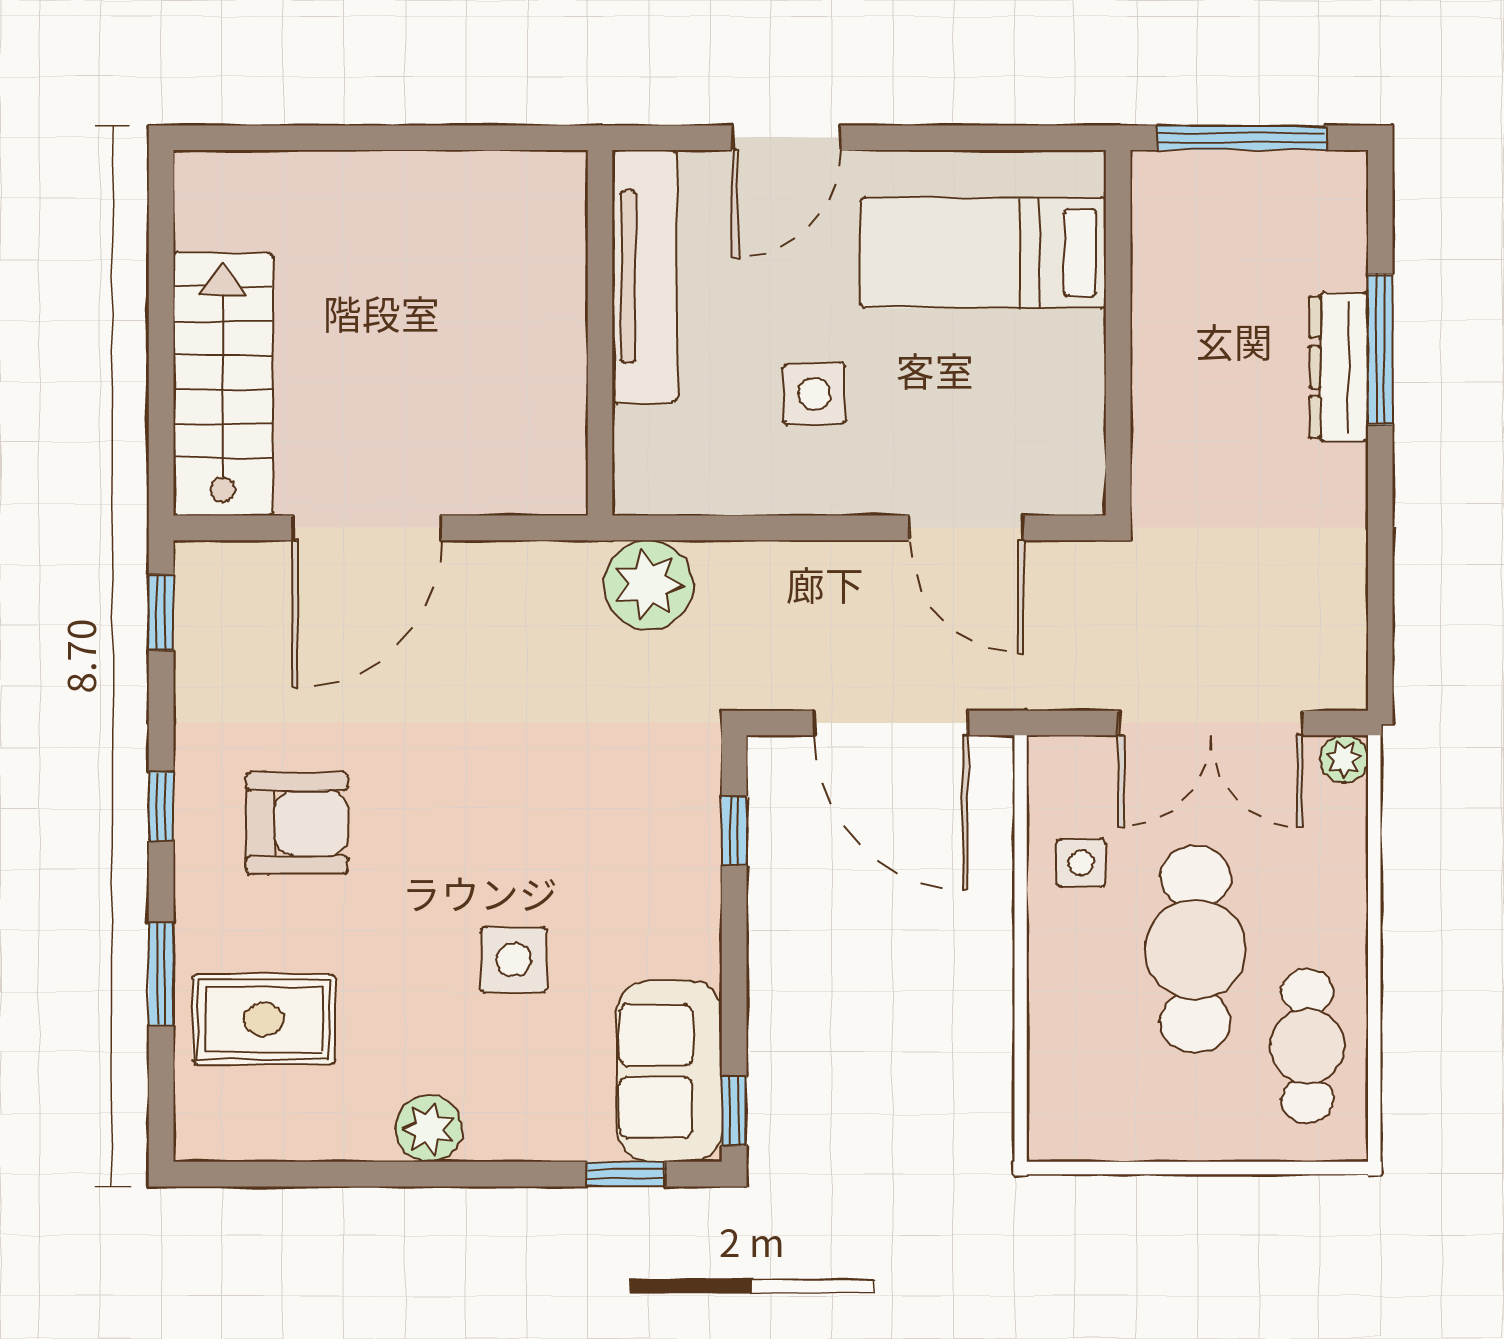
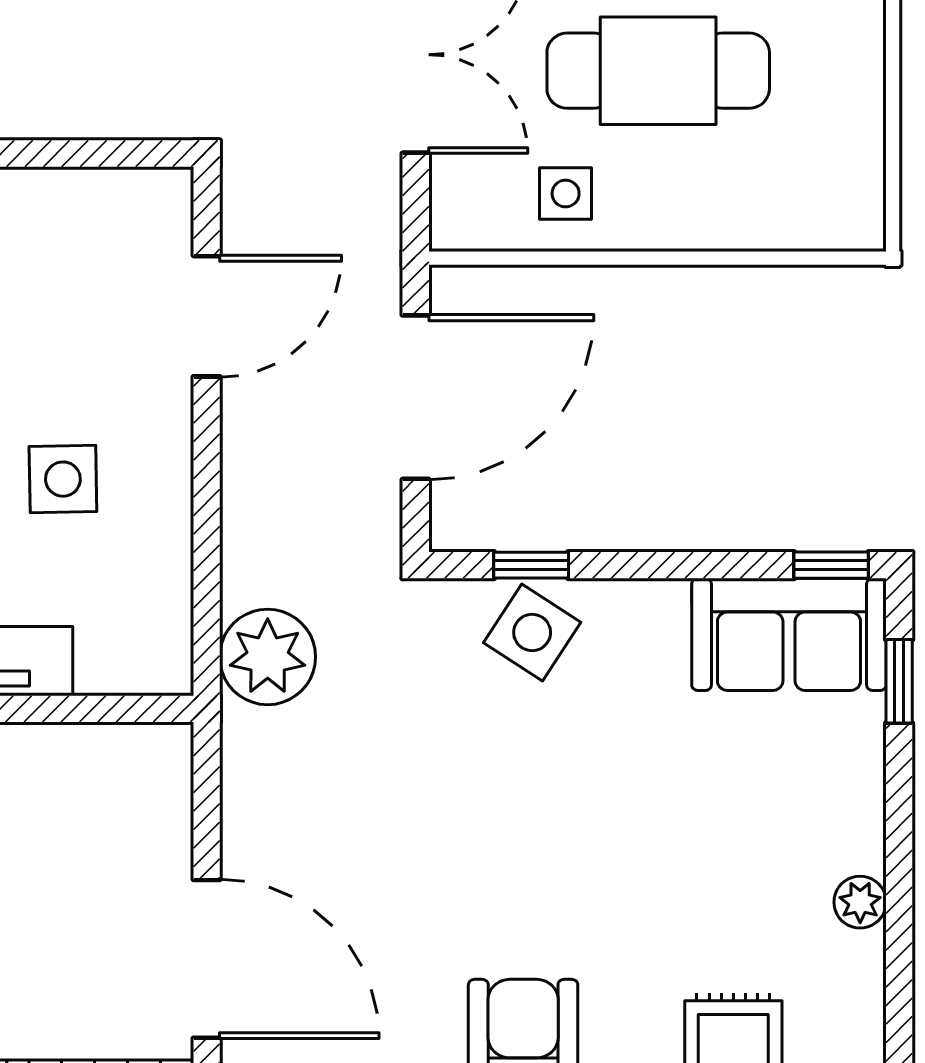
side table: (514, 960) -> (532, 632), moved, turned 33
plant: (429, 1128) -> (860, 902), width x0.73, depth x0.73

